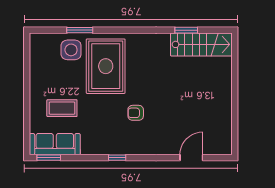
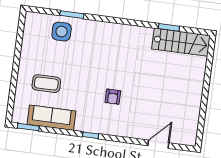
rug: (106, 66) -> (91, 51), removed
armchair: (136, 113) -> (113, 97), turned -90
sofa: (55, 144) -> (51, 118), moved

